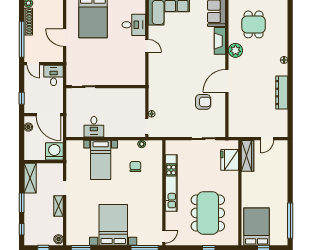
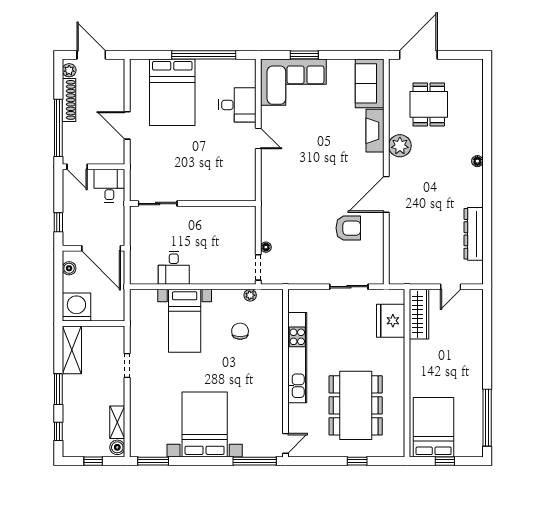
dresser: (282, 93) -> (474, 234), moved
washing machine: (54, 151) -> (76, 307), moved
shelving: (59, 206) -> (117, 422), moved

